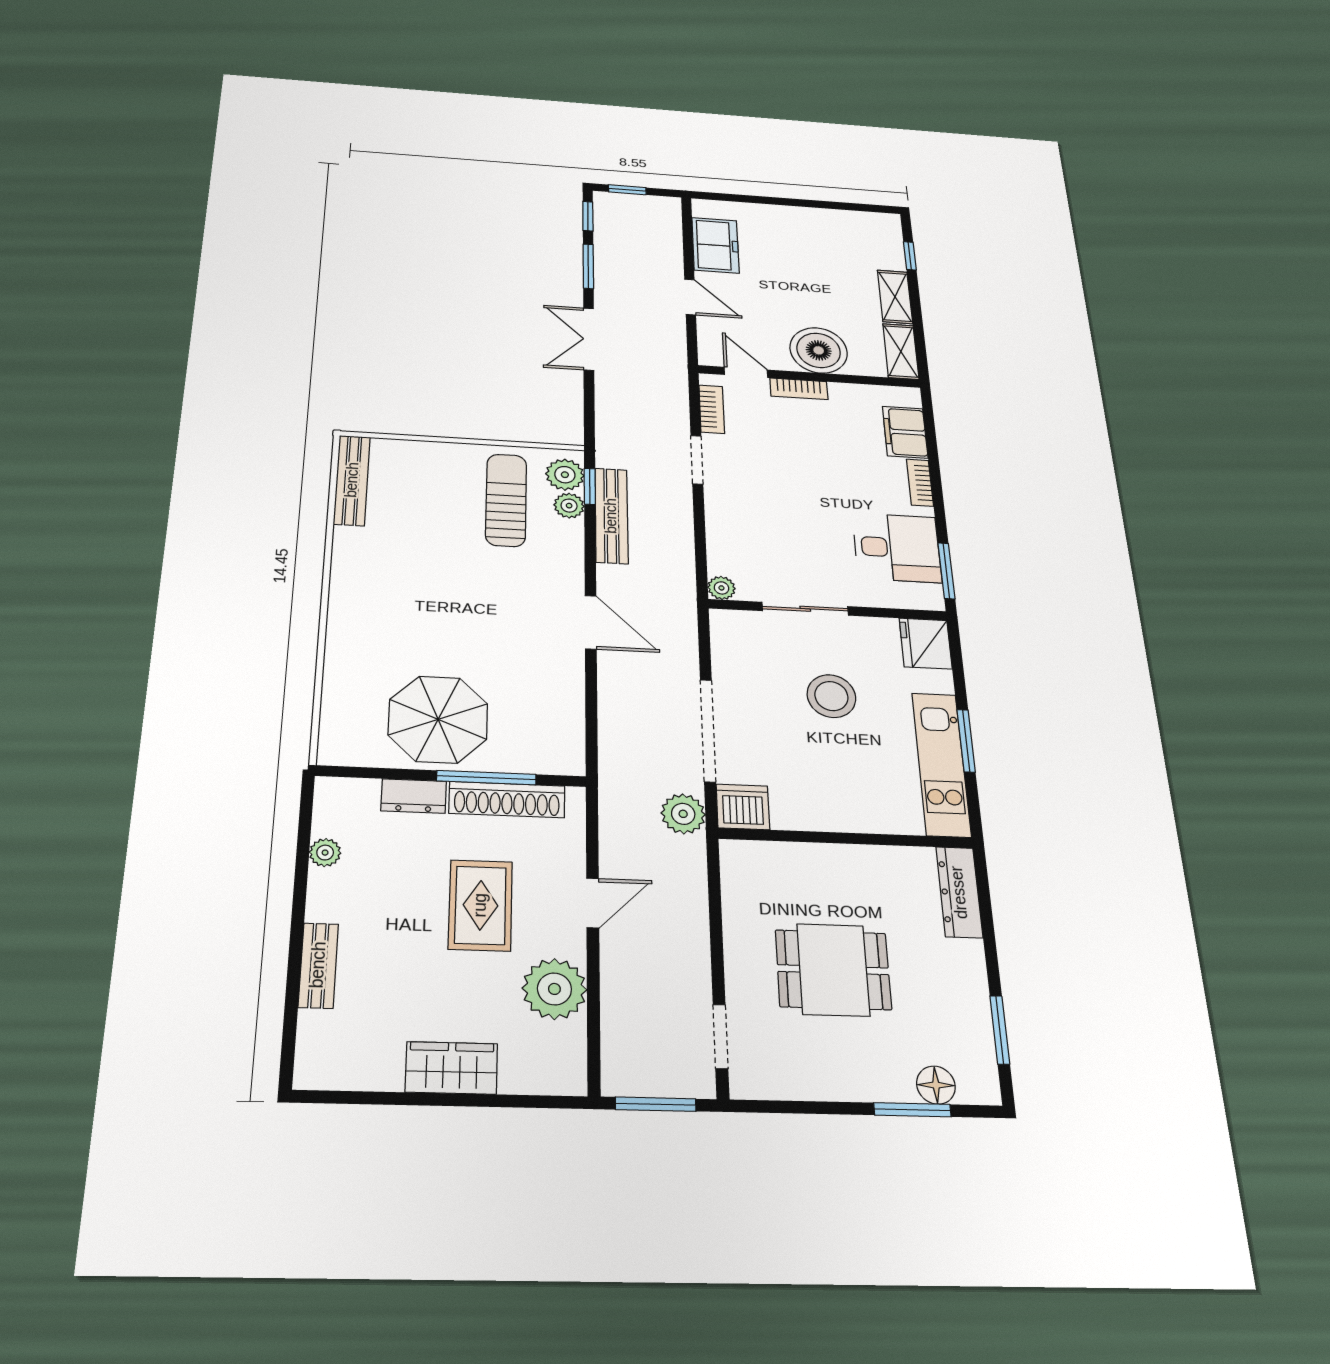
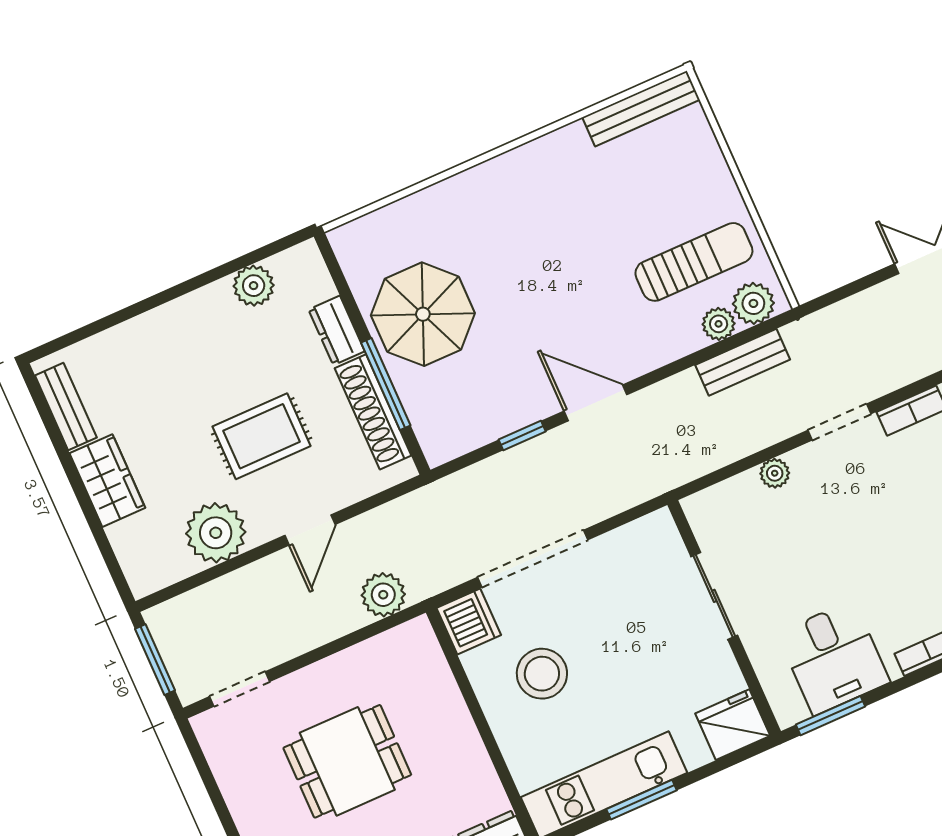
window: (590, 486) -> (522, 436), moved
bench: (611, 516) -> (743, 362), width x0.73
plant: (721, 588) -> (775, 473), moved
door: (591, 622) -> (595, 403), swing flipped
stool: (831, 696) -> (542, 674), moved
plant: (683, 814) -> (383, 595), moved
plant: (325, 853) -> (254, 286), width x1.38, depth x1.38
door: (593, 903) -> (310, 530), hinge flipped
bench: (318, 965) -> (66, 406), moved, turned 90
dining table: (833, 970) -> (347, 761), turned 90

